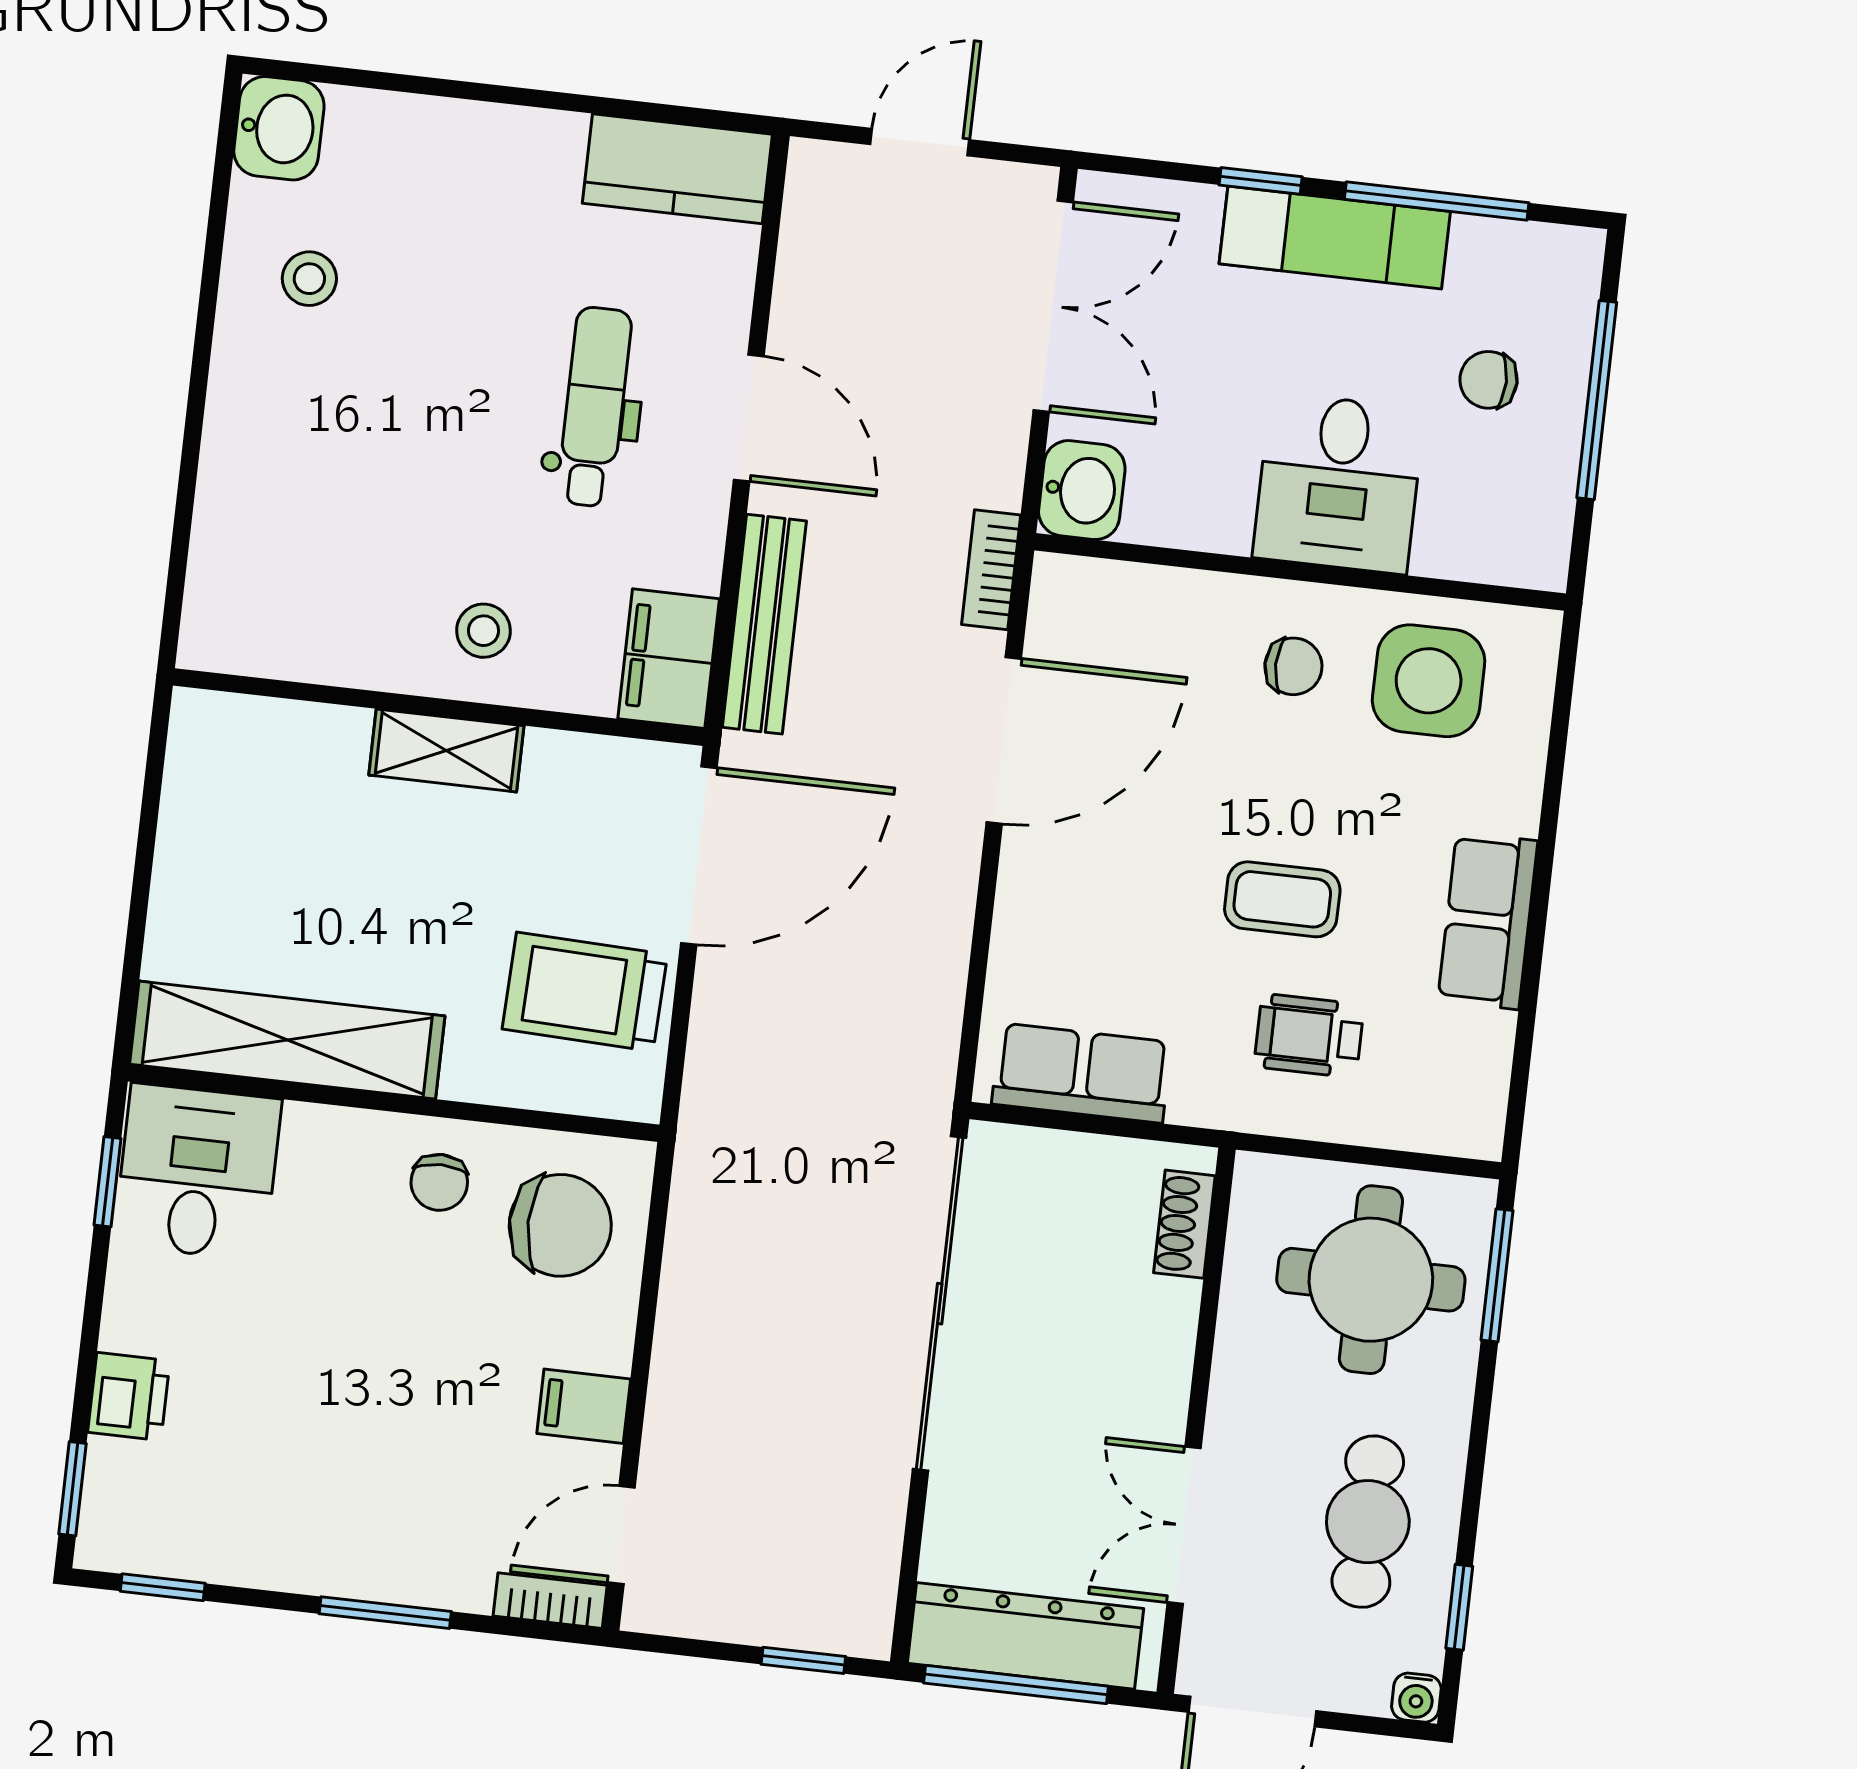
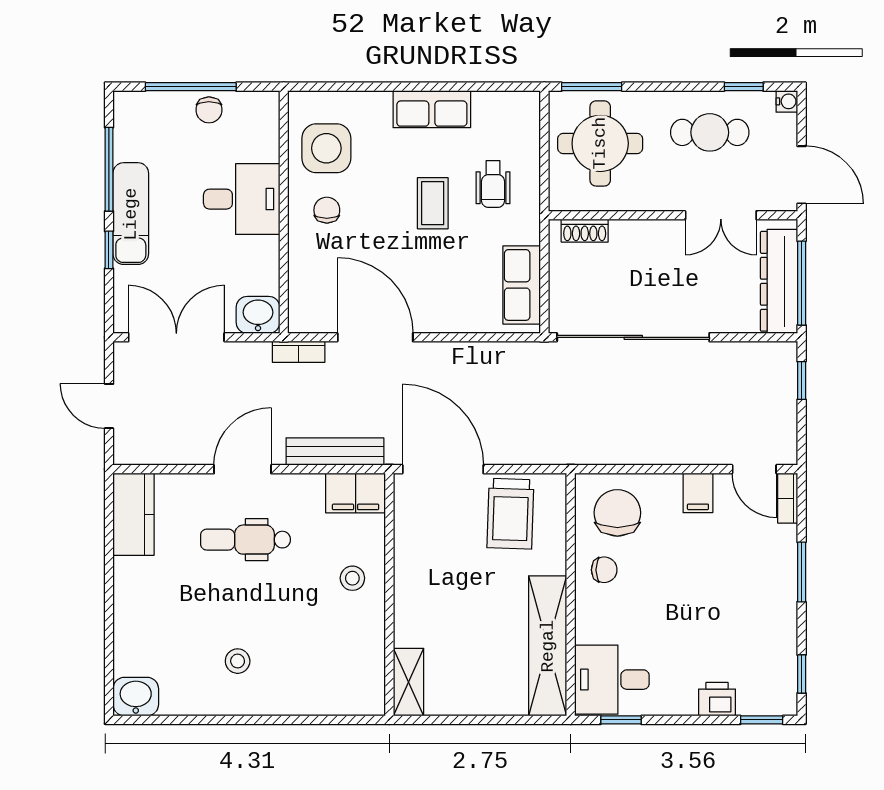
stool: (309, 279) -> (238, 661), moved
chair: (1488, 380) -> (209, 110), moved
shelving: (446, 750) -> (408, 682), moved

